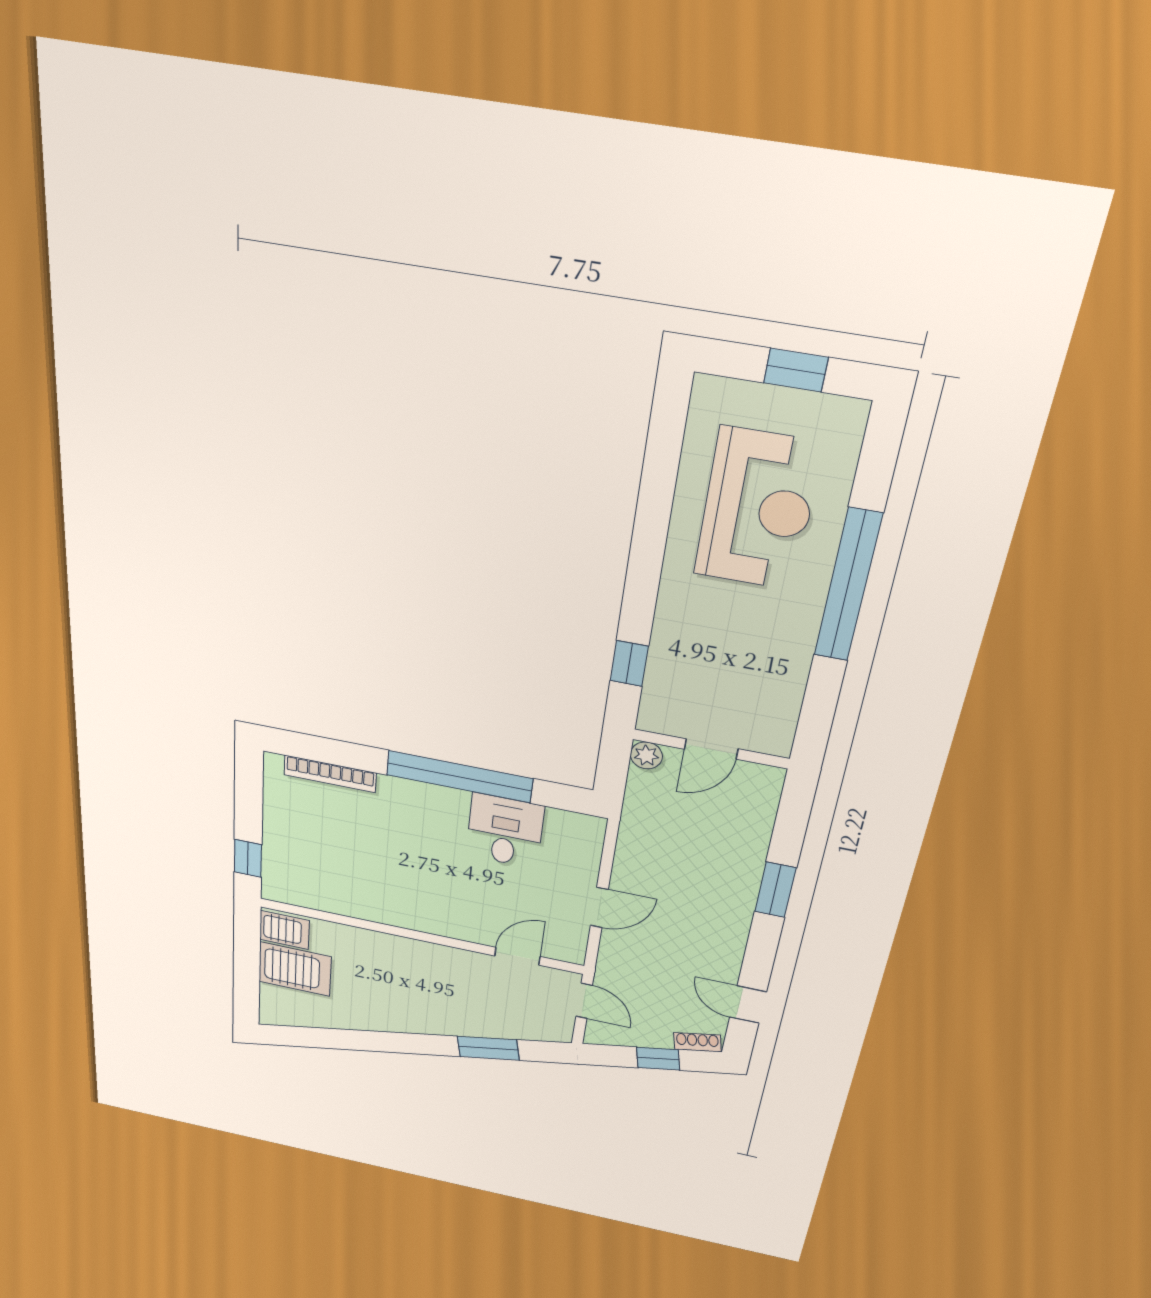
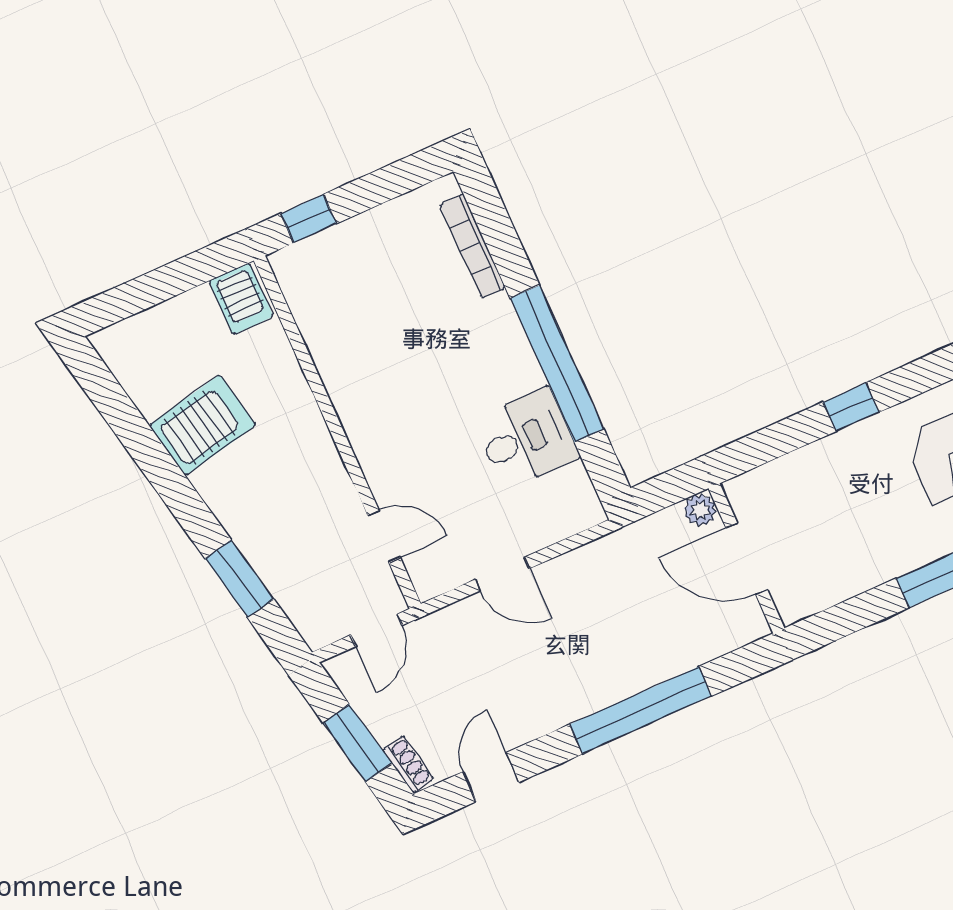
window: (629, 663) -> (851, 407), moved
door: (711, 749) -> (747, 559), width x1.38
window: (775, 890) -> (641, 710), width x2.11
server rack: (295, 969) -> (202, 425), moved, turned -102
window: (658, 1059) -> (357, 743), width x1.50

